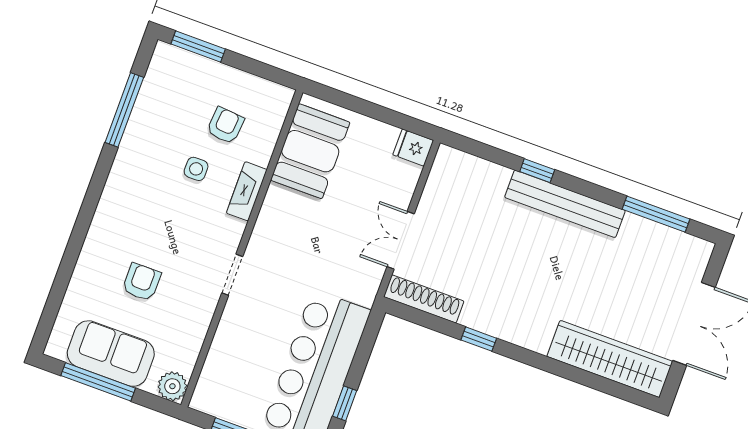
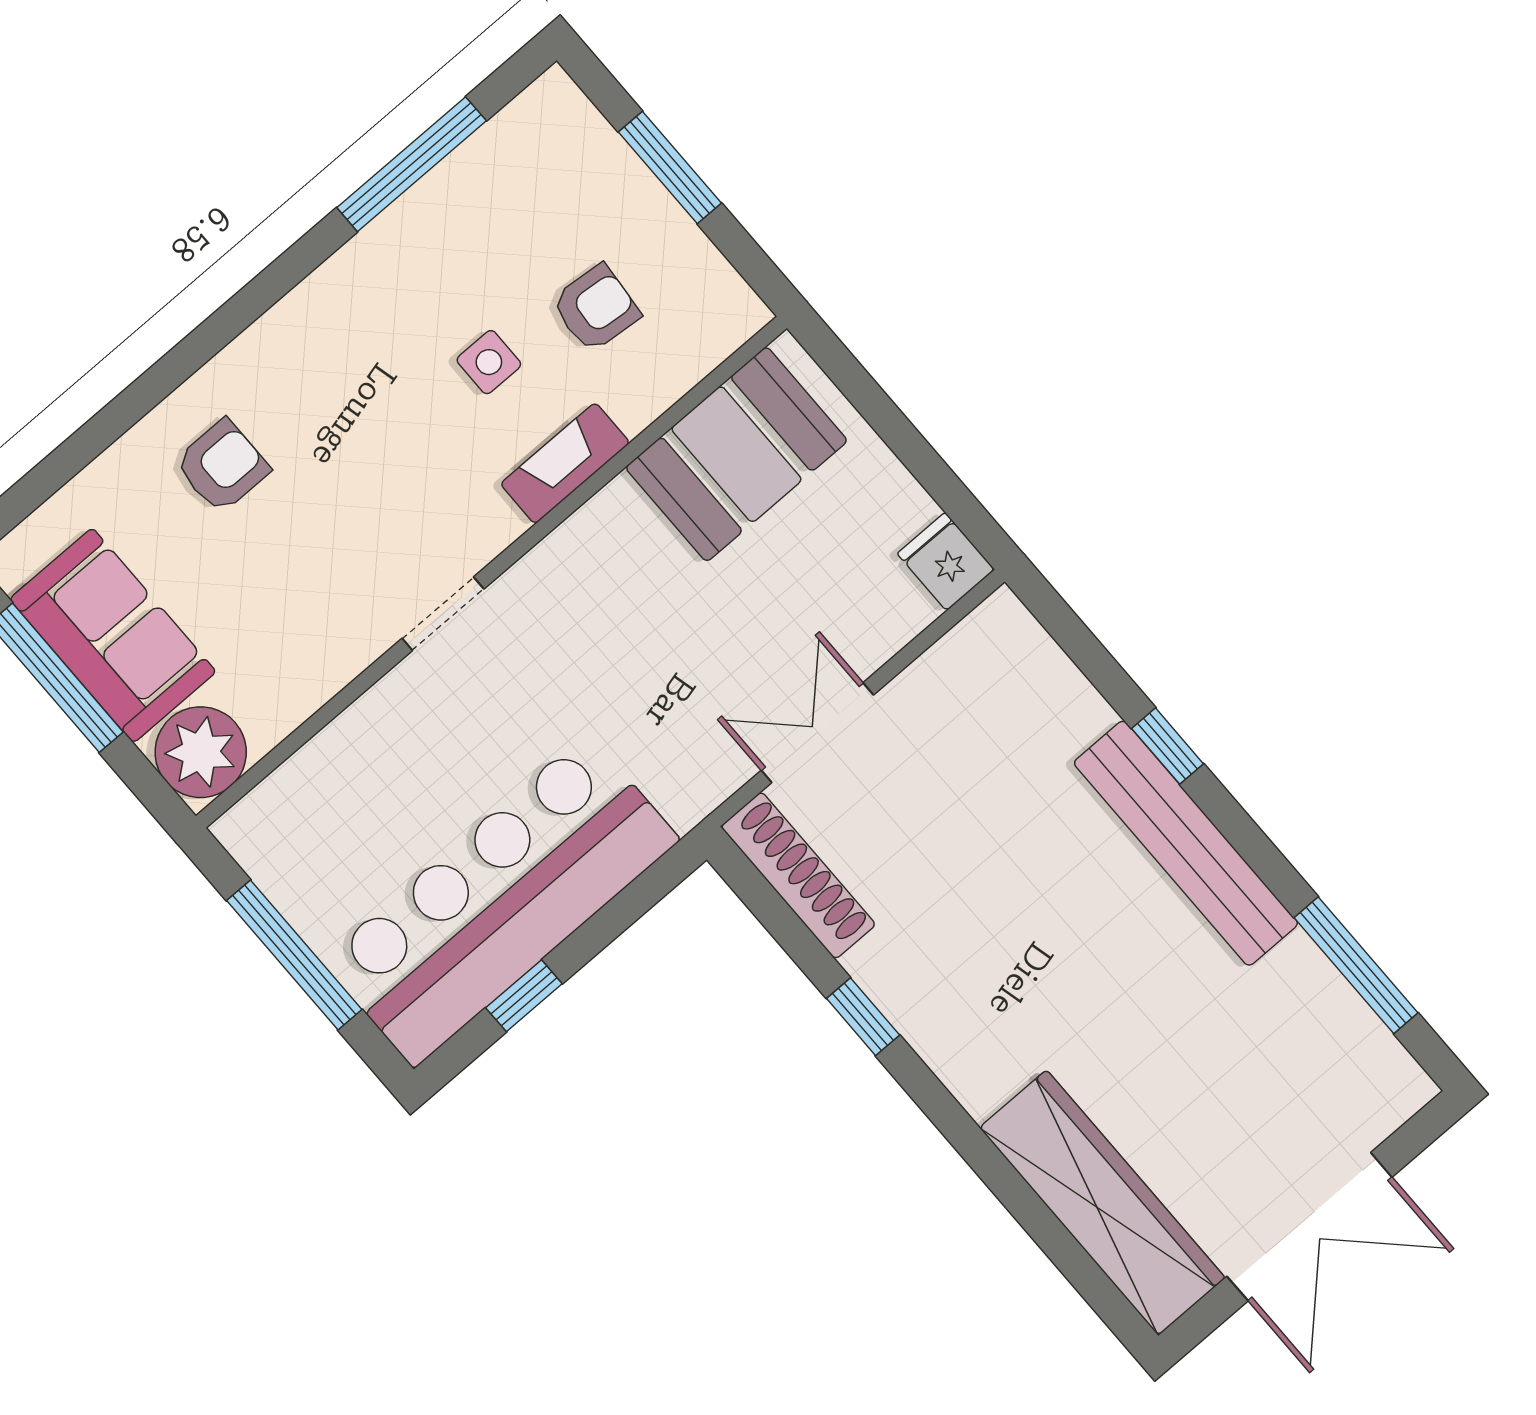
window: (198, 47) -> (670, 168), moved
armchair: (142, 282) -> (222, 466), moved
plant: (172, 386) -> (201, 752), width x1.36, depth x1.36

